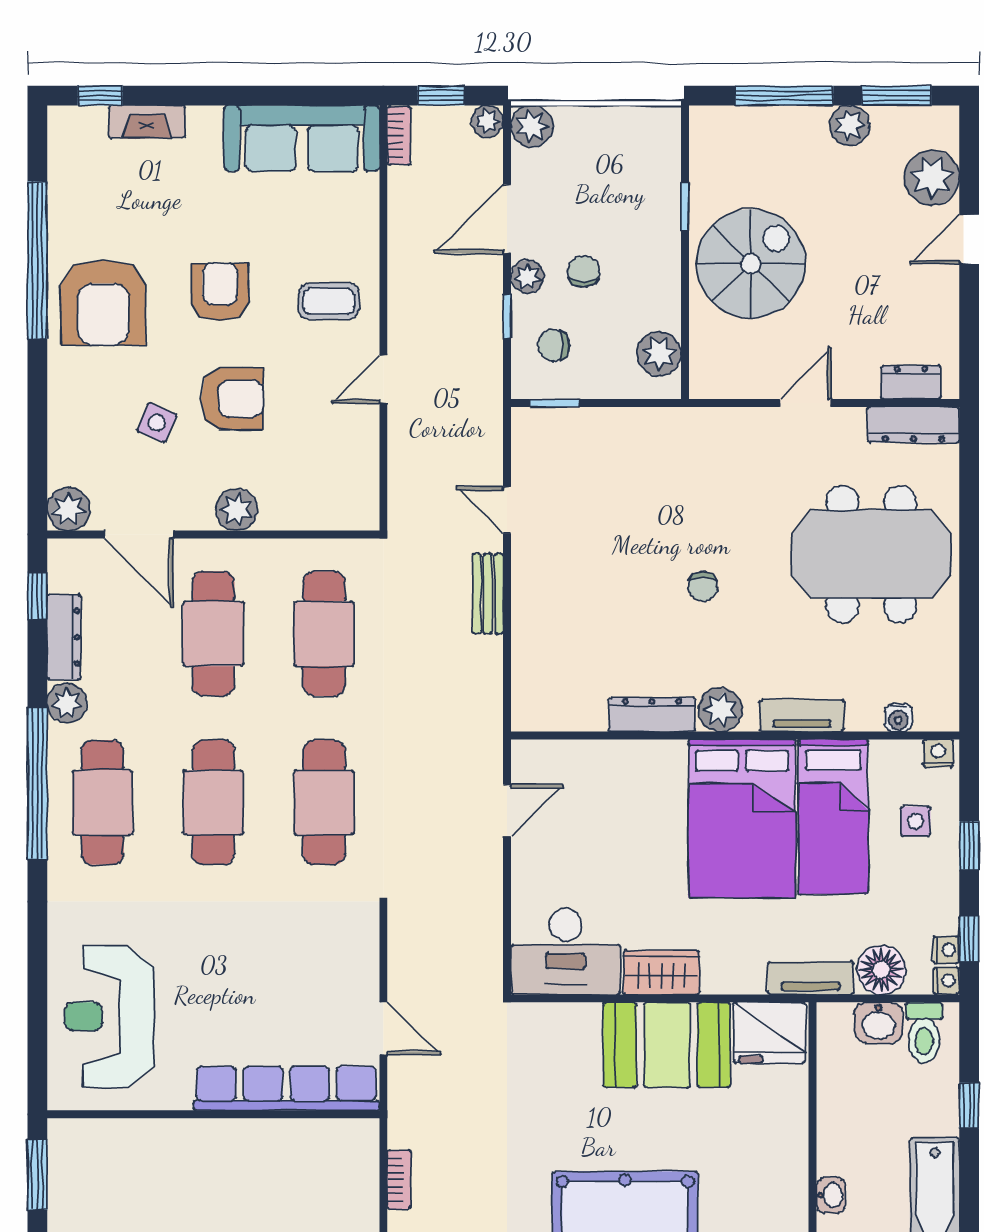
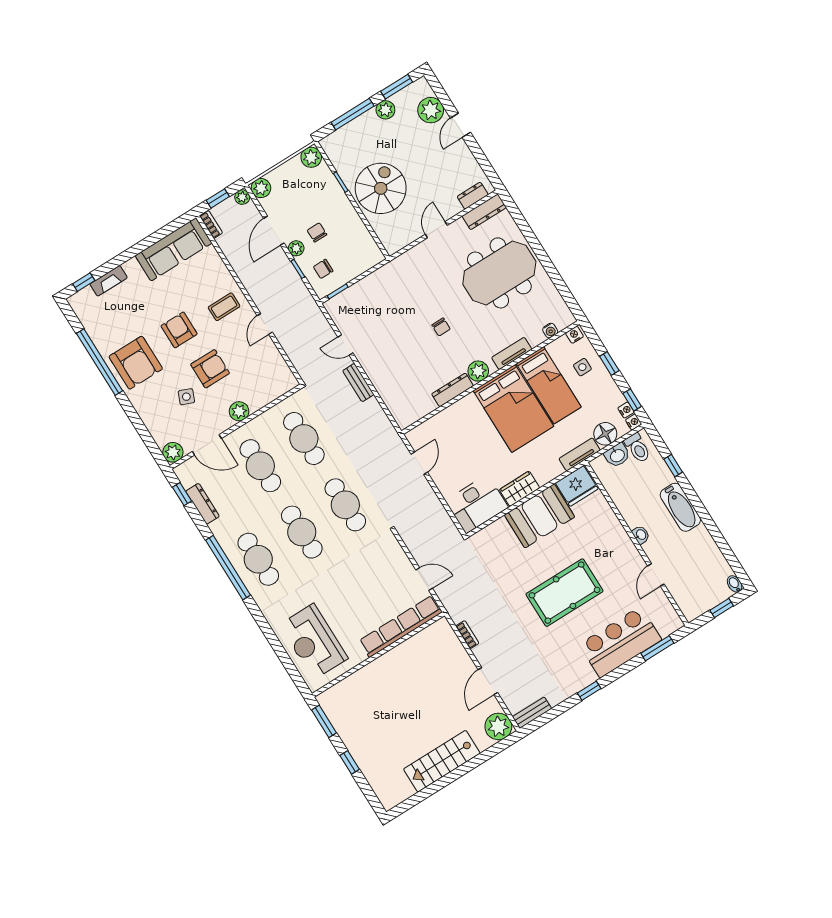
plant: (659, 354) -> (311, 157), moved
plant: (67, 703) -> (220, 529), removed

